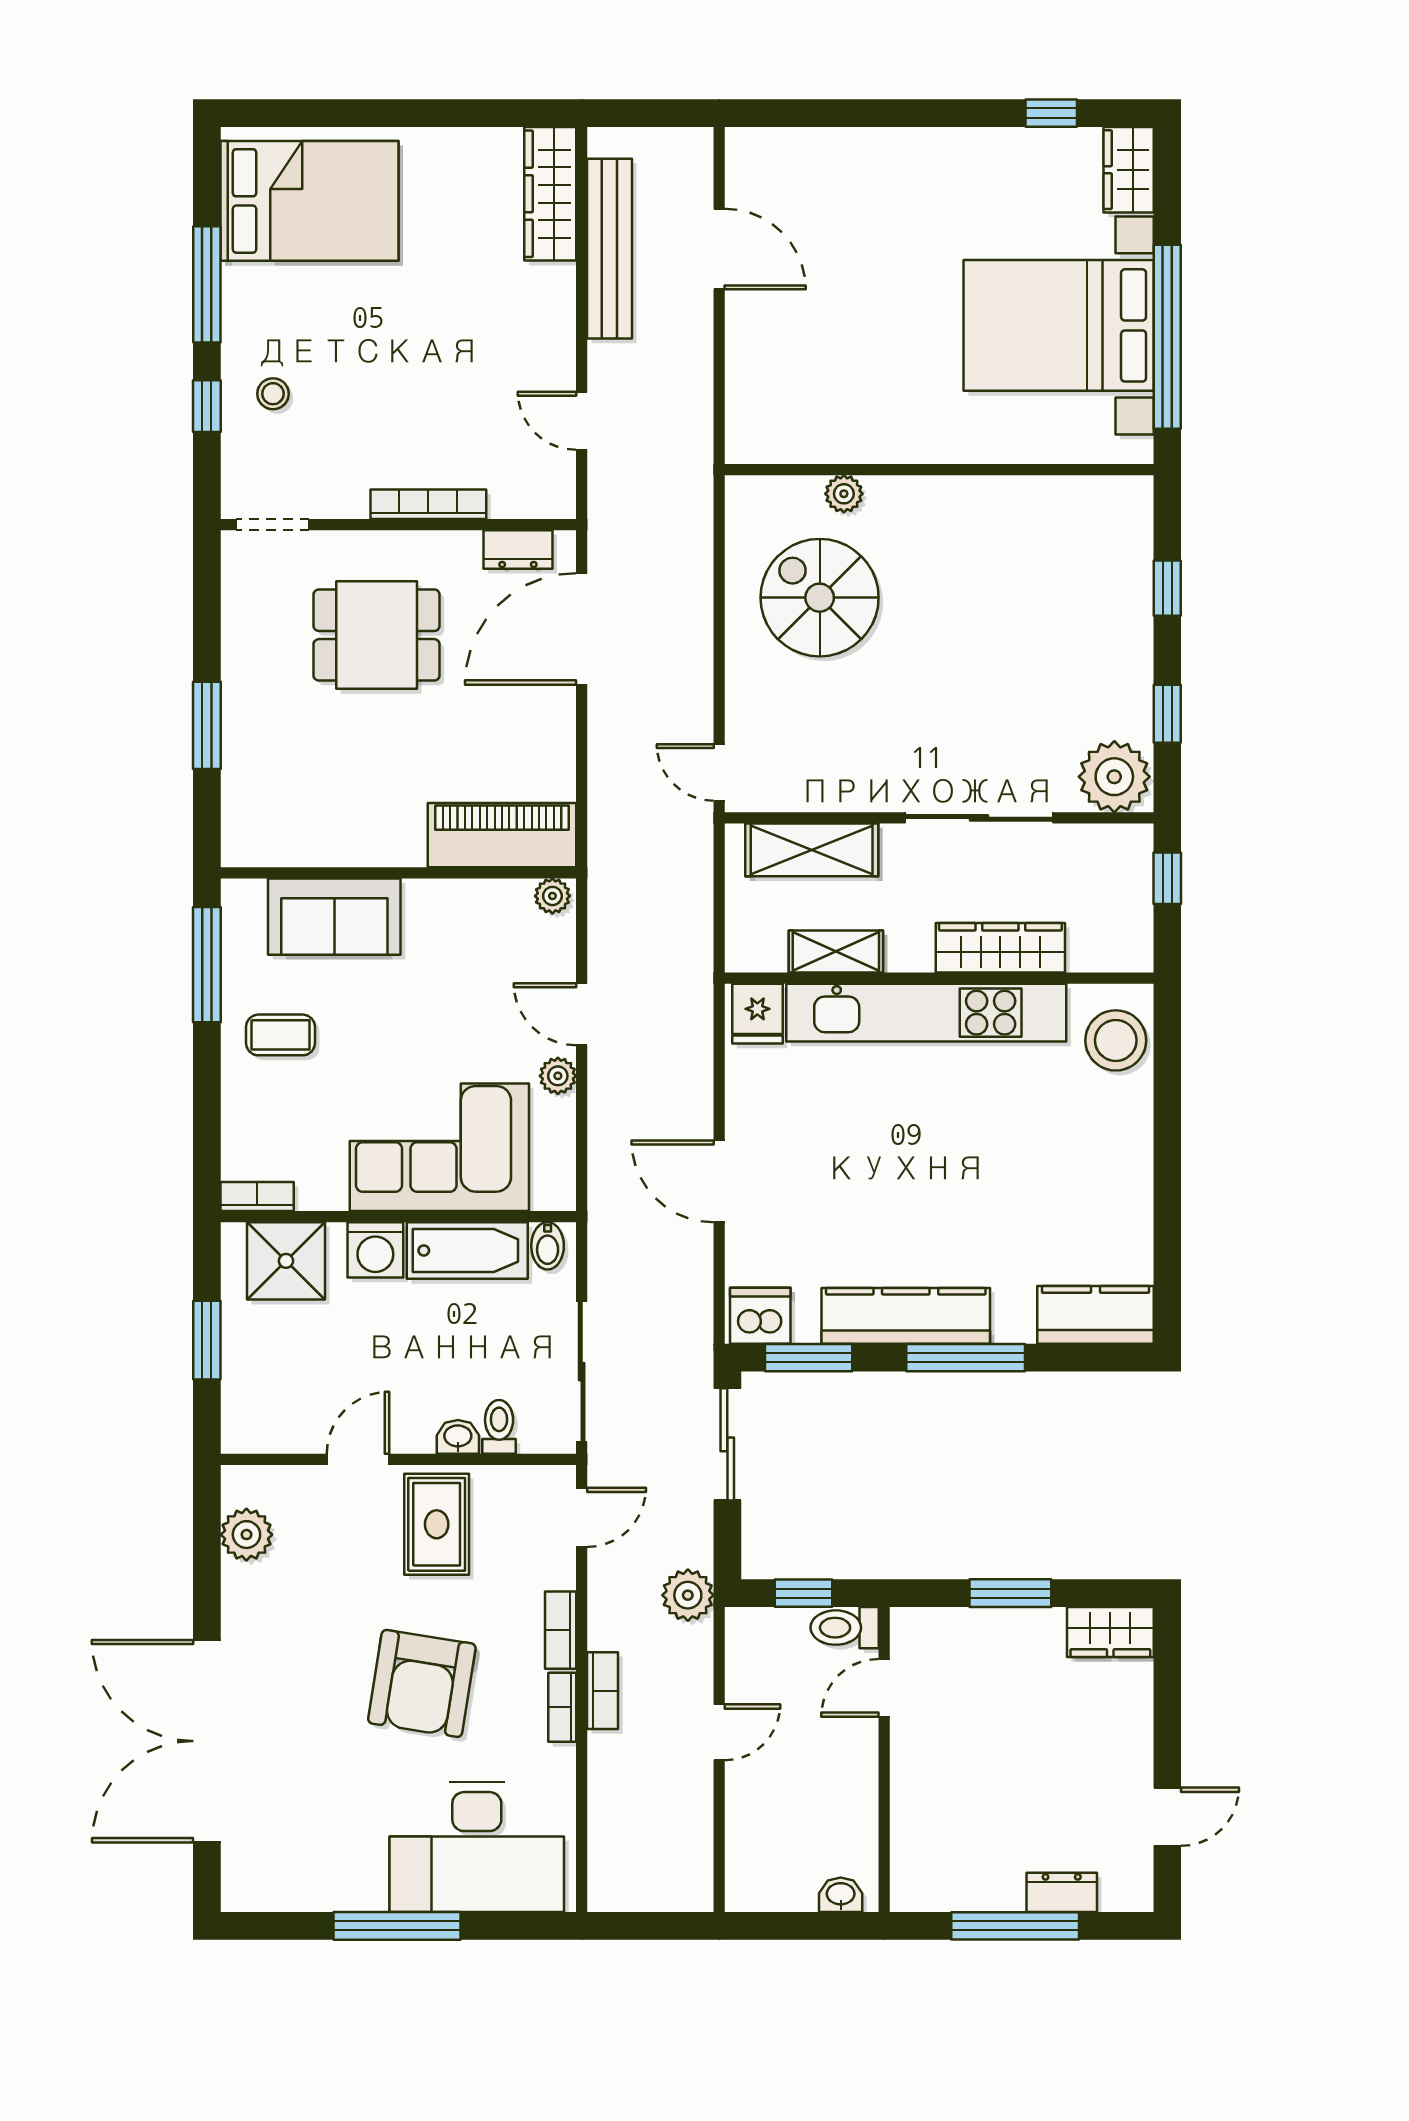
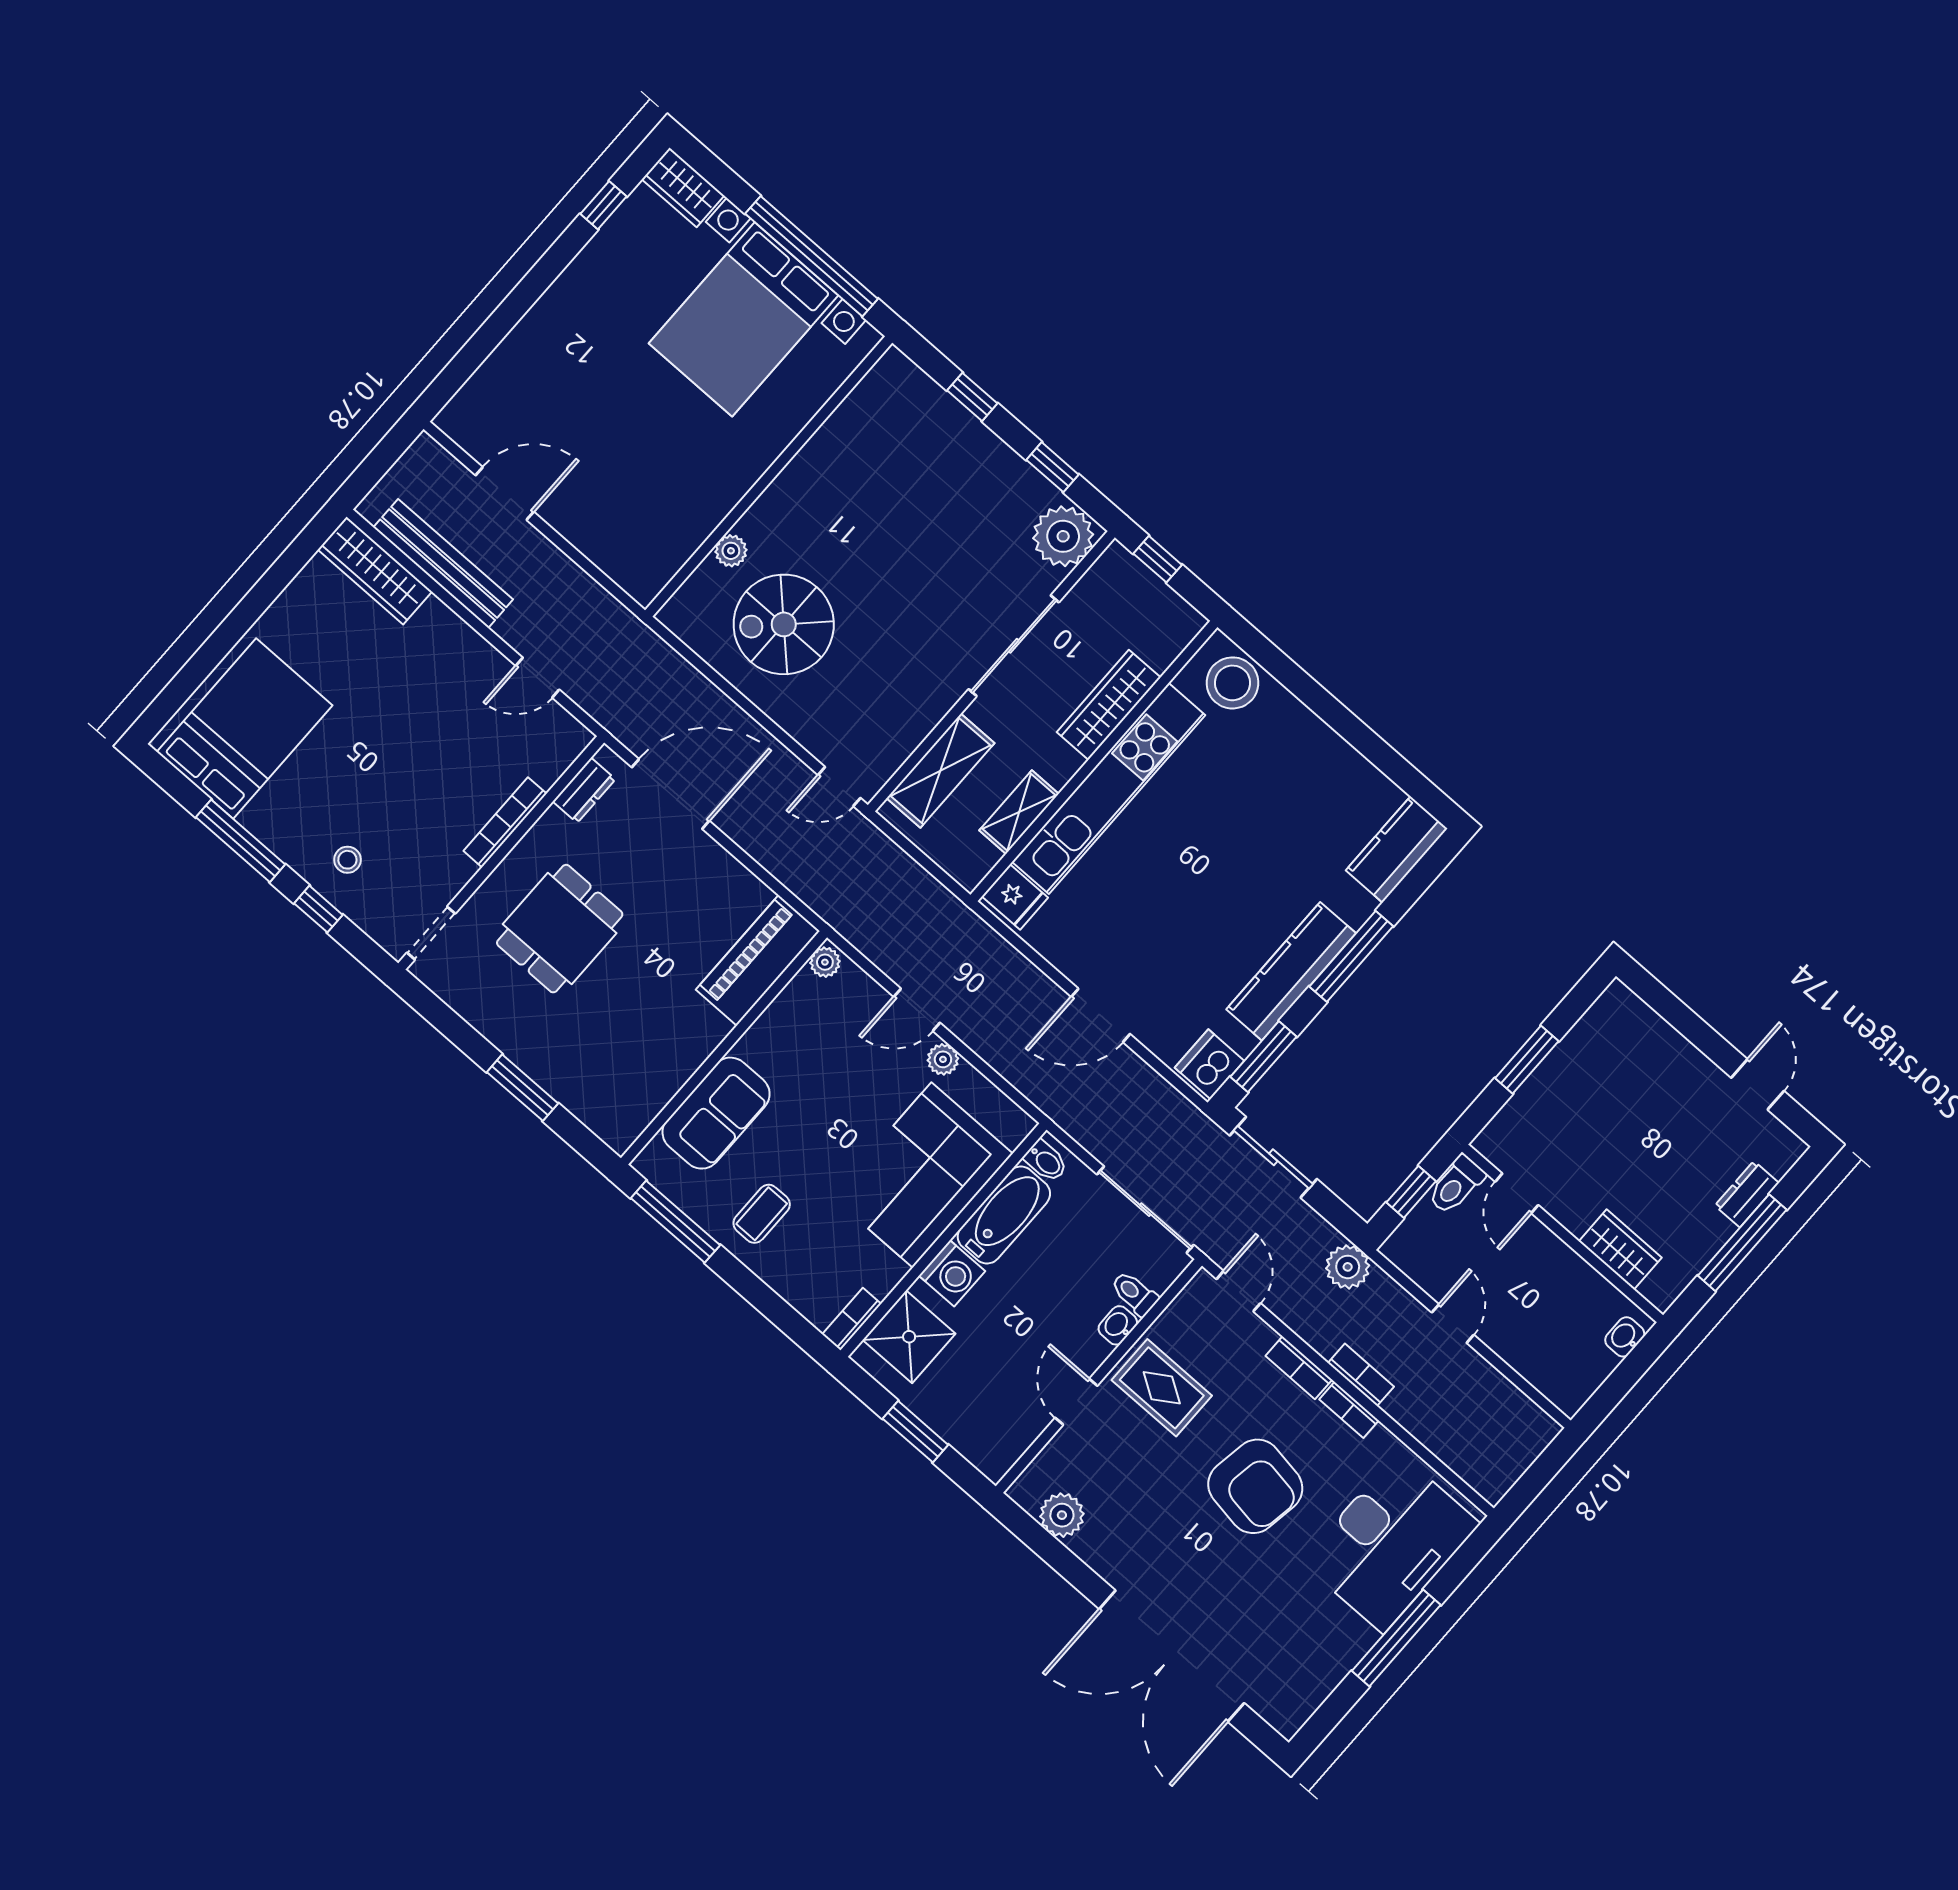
door: (582, 629) -> (671, 794), swing flipped
wardrobe: (1110, 1632) -> (1620, 1249), moved, turned -90

